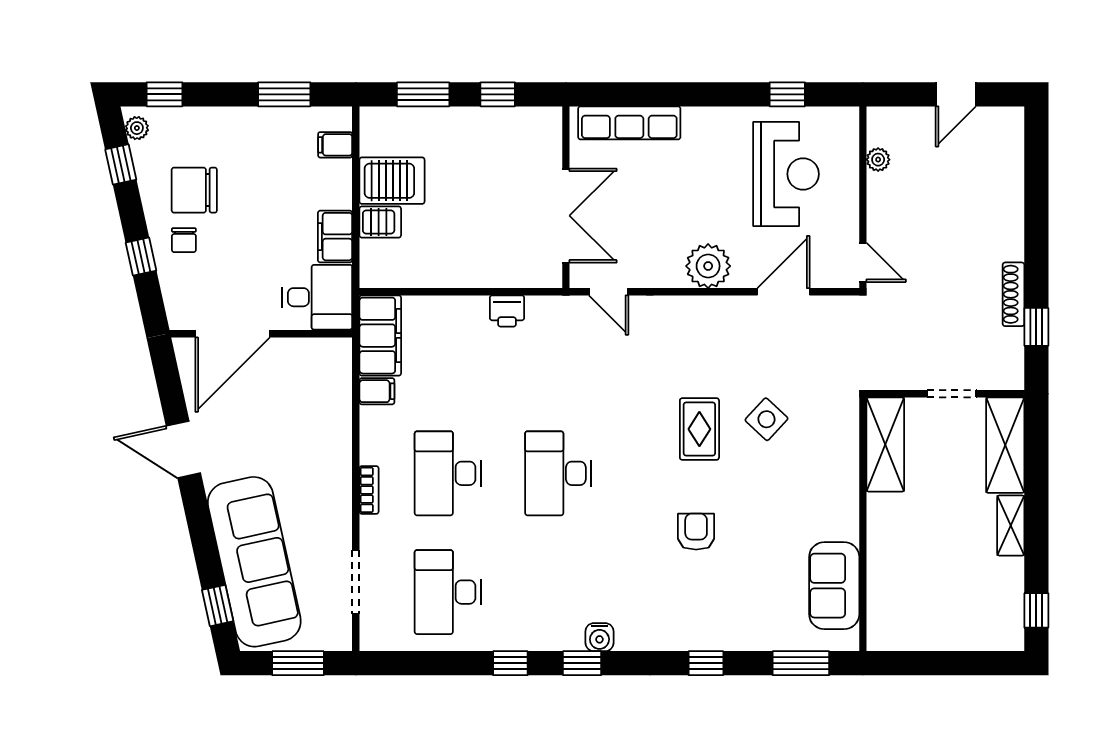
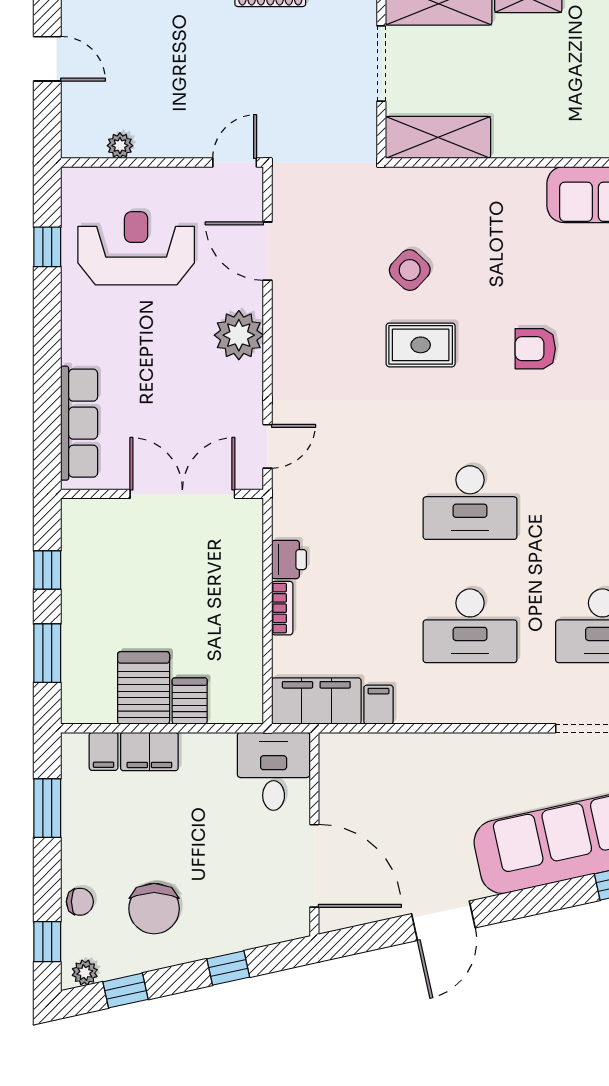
filing cabinet: (335, 237) -> (149, 751), moved
chair: (184, 240) -> (80, 902), moved
doorway: (952, 394) -> (381, 63), width x1.38
bookcase: (369, 490) -> (282, 608), moved, turned 90

